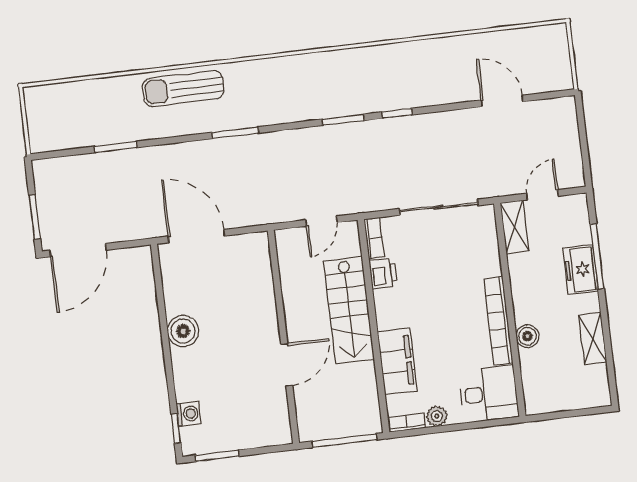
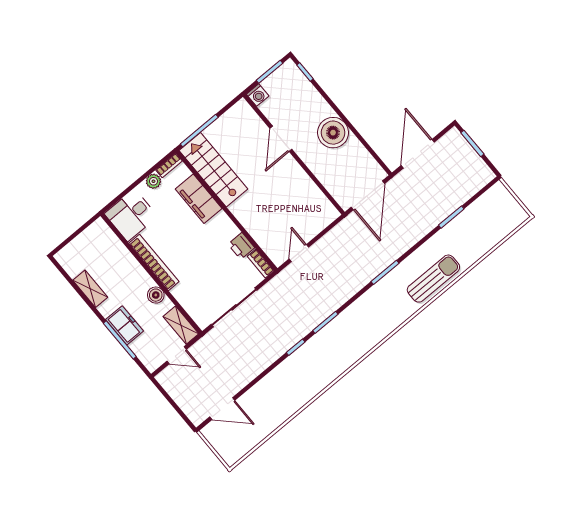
door: (502, 101) -> (222, 409), moved
door: (542, 195) -> (177, 355), hinge flipped
door: (197, 236) -> (368, 195), hinge flipped
door: (78, 250) -> (418, 154), moved
stairs: (349, 310) -> (213, 170), moved
boiler: (183, 331) -> (333, 133), width x1.37, depth x1.37
boiler: (527, 336) -> (156, 295), moved
wall: (283, 337) -> (294, 154), moved
door: (287, 365) -> (281, 139), moved
washing machine: (189, 414) -> (258, 95), moved, turned -90

